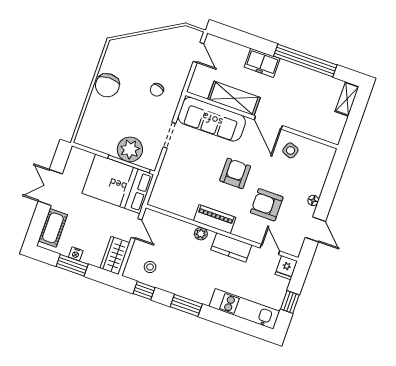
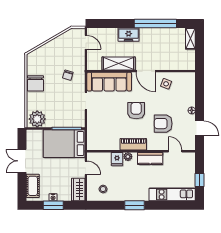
plant: (130, 149) -> (37, 119), moved
fridge: (286, 268) -> (117, 159), moved
window: (144, 291) -> (104, 205), removed

